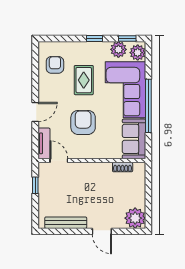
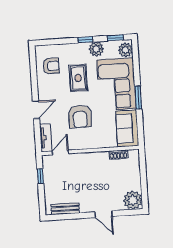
plant: (118, 49) -> (96, 49), moved
armchair: (55, 65) -> (51, 66), turned 90
window: (148, 106) -> (138, 98), width x0.47
armchair: (83, 122) -> (80, 116), turned 180
door: (59, 161) -> (60, 152), hinge flipped
bench: (66, 223) -> (65, 209), width x0.73

